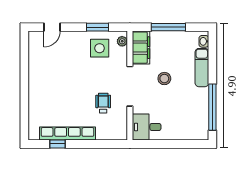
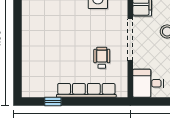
row of seats: (68, 134) -> (86, 90), moved

